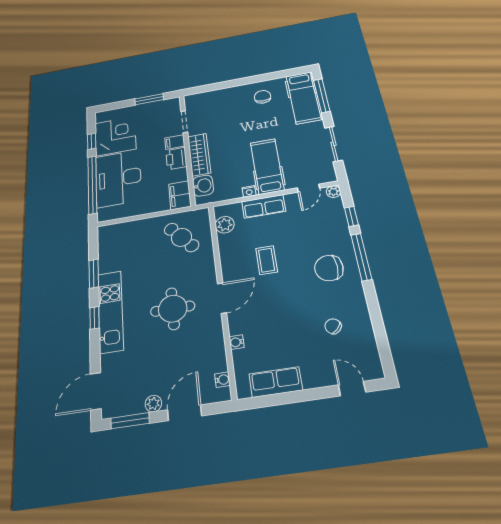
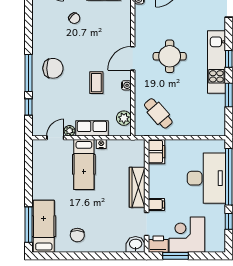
corner desk: (115, 136) -> (187, 235), moved, turned 90
sliding door: (334, 144) -> (29, 174), removed
printer: (176, 159) -> (158, 244), moved, turned -90
washbasin: (203, 186) -> (136, 244), moved, turned 90
plant: (333, 192) -> (69, 131), moved
chair: (333, 326) -> (74, 18), moved
water cooler: (237, 342) -> (126, 85), moved

